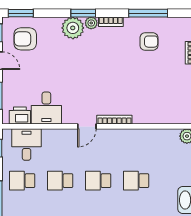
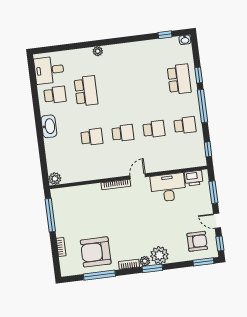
armchair: (149, 42) -> (96, 252), width x1.88, depth x1.88
desk: (46, 108) -> (168, 188), width x1.37
desk: (27, 144) -> (185, 155), removed

